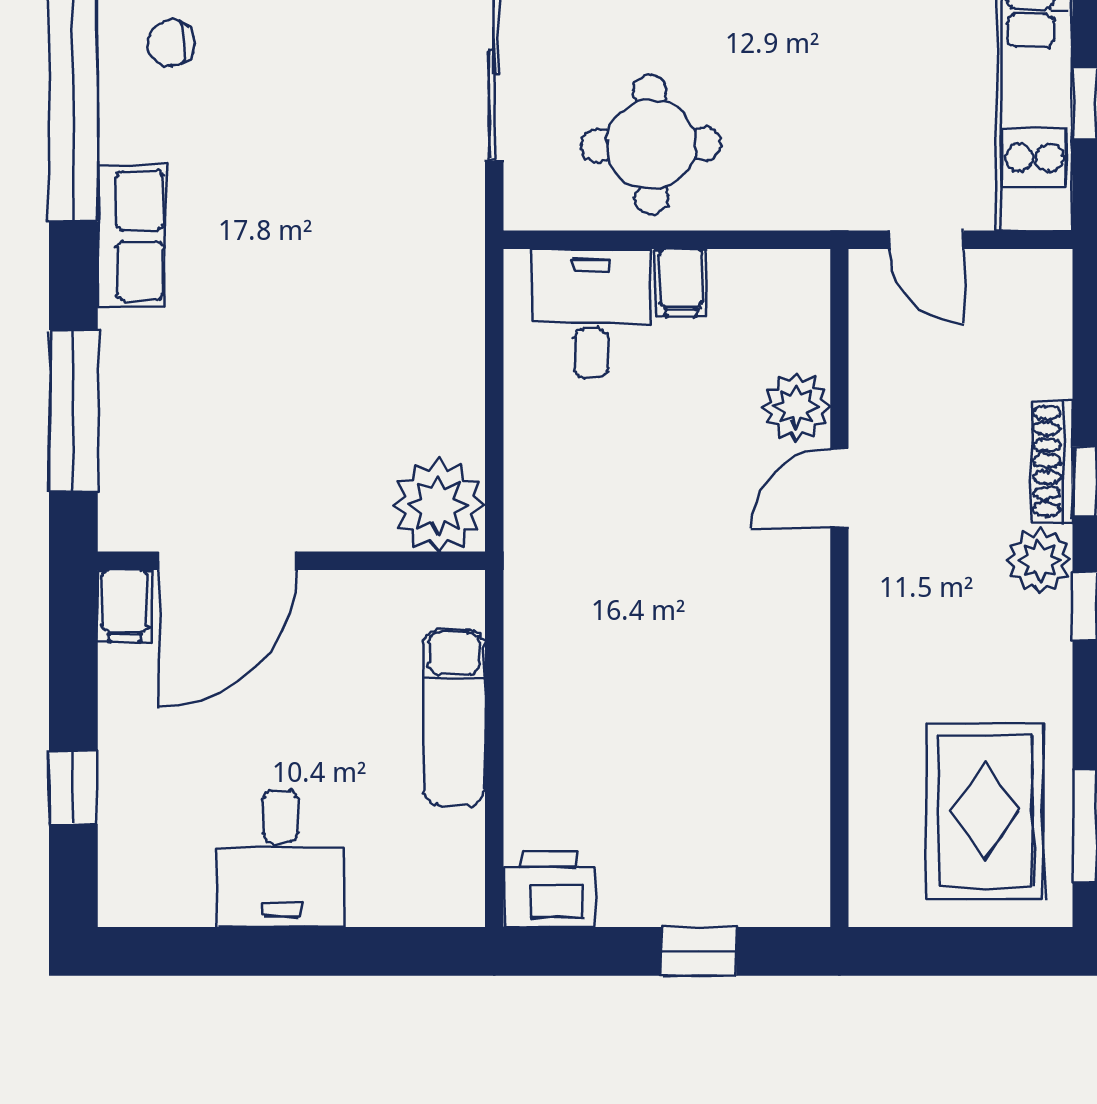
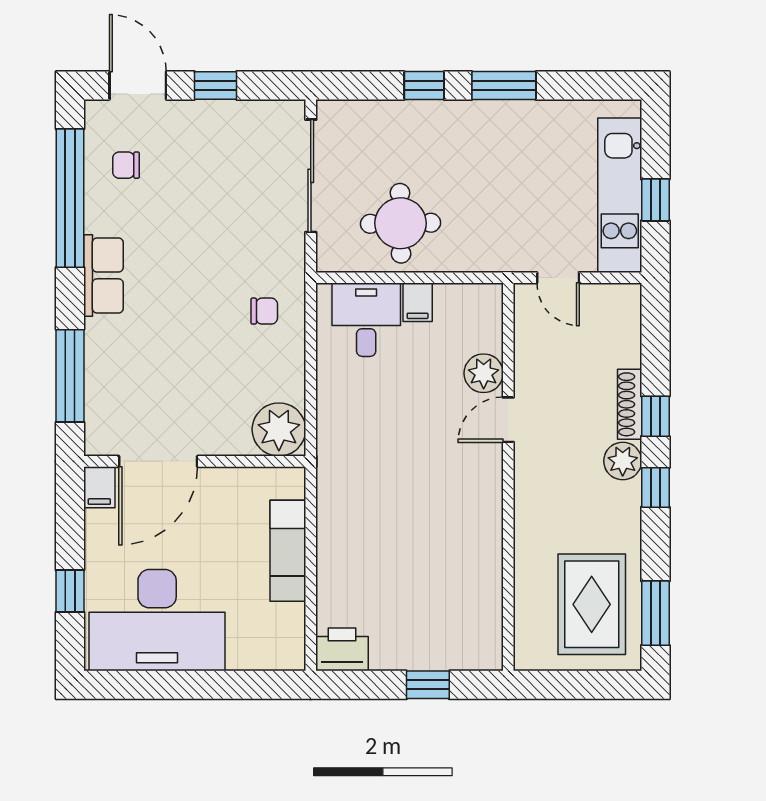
chair: (413, 298) -> (264, 311), added
desk: (281, 859) -> (157, 620), width x1.87, depth x1.30

